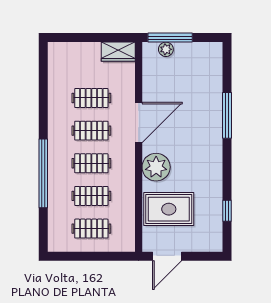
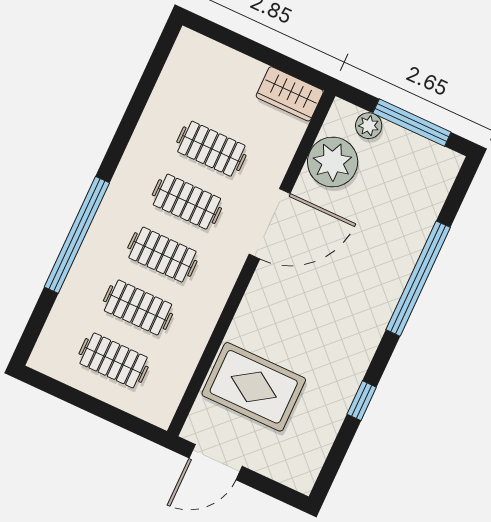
window: (170, 38) -> (412, 123), moved
window: (227, 115) -> (418, 279), width x1.46
plant: (156, 167) -> (333, 162), moved
window: (227, 211) -> (362, 401), moved

